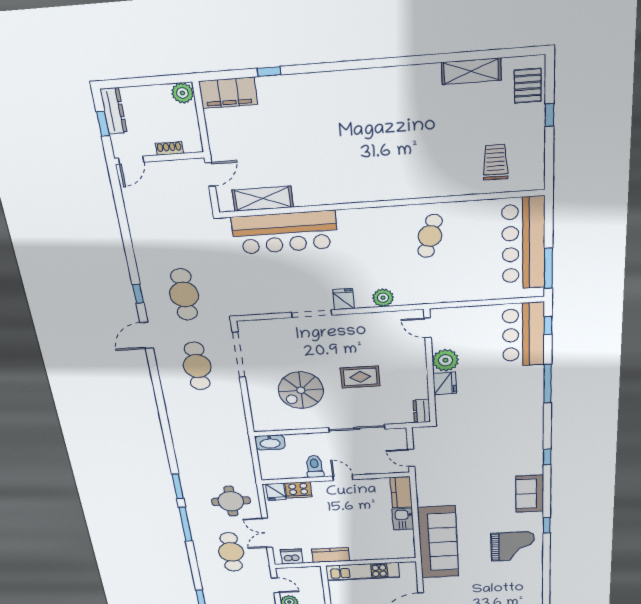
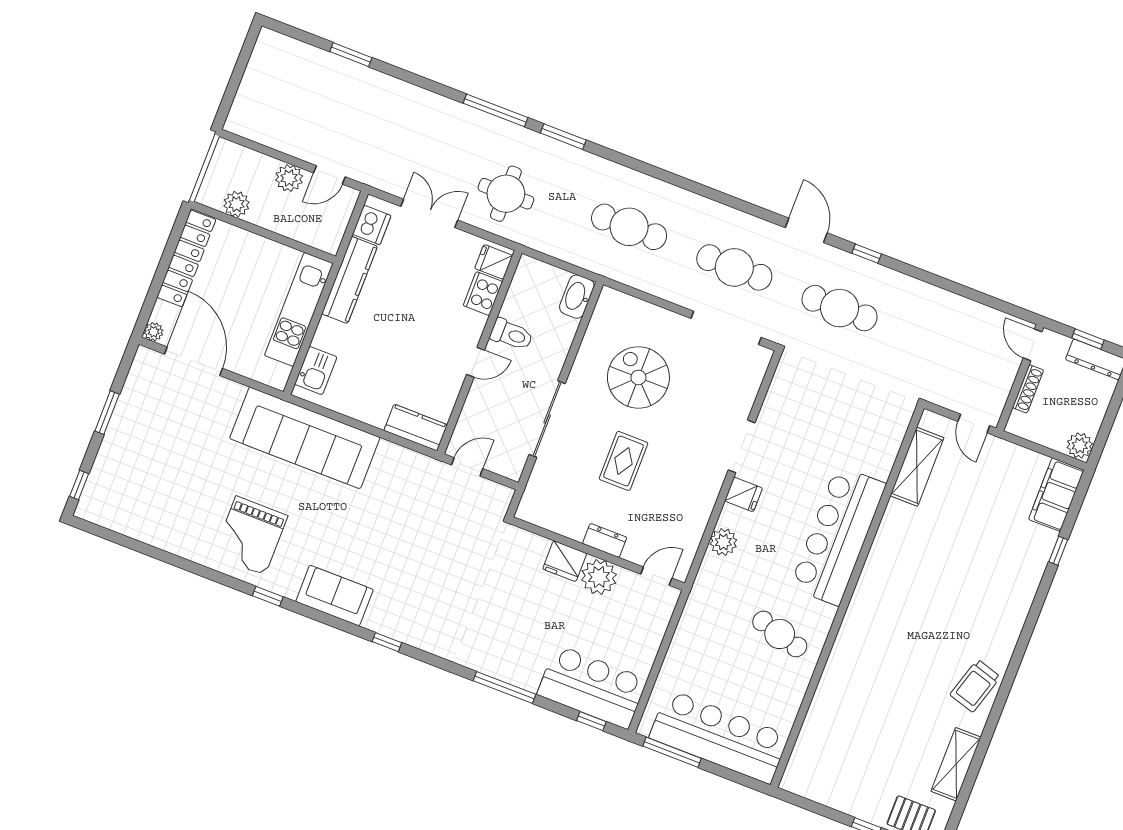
shoe rack: (169, 148) -> (1028, 389), width x1.43
trolley: (495, 162) -> (975, 686), moved, turned 107
bar counter: (285, 232) -> (838, 536), moved
dresser: (422, 411) -> (605, 540), moved
kitchen sink: (403, 519) -> (316, 371), moved, turned 90
cafe table: (231, 552) -> (629, 227), moved
kitchen counter: (331, 555) -> (350, 280), width x1.50

